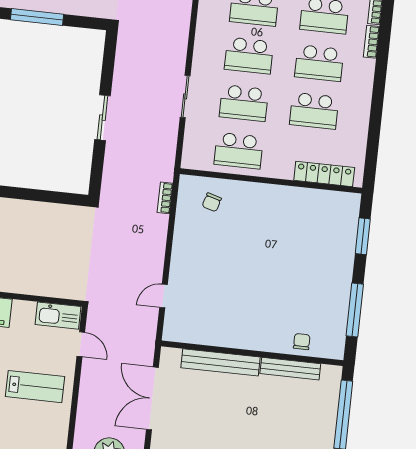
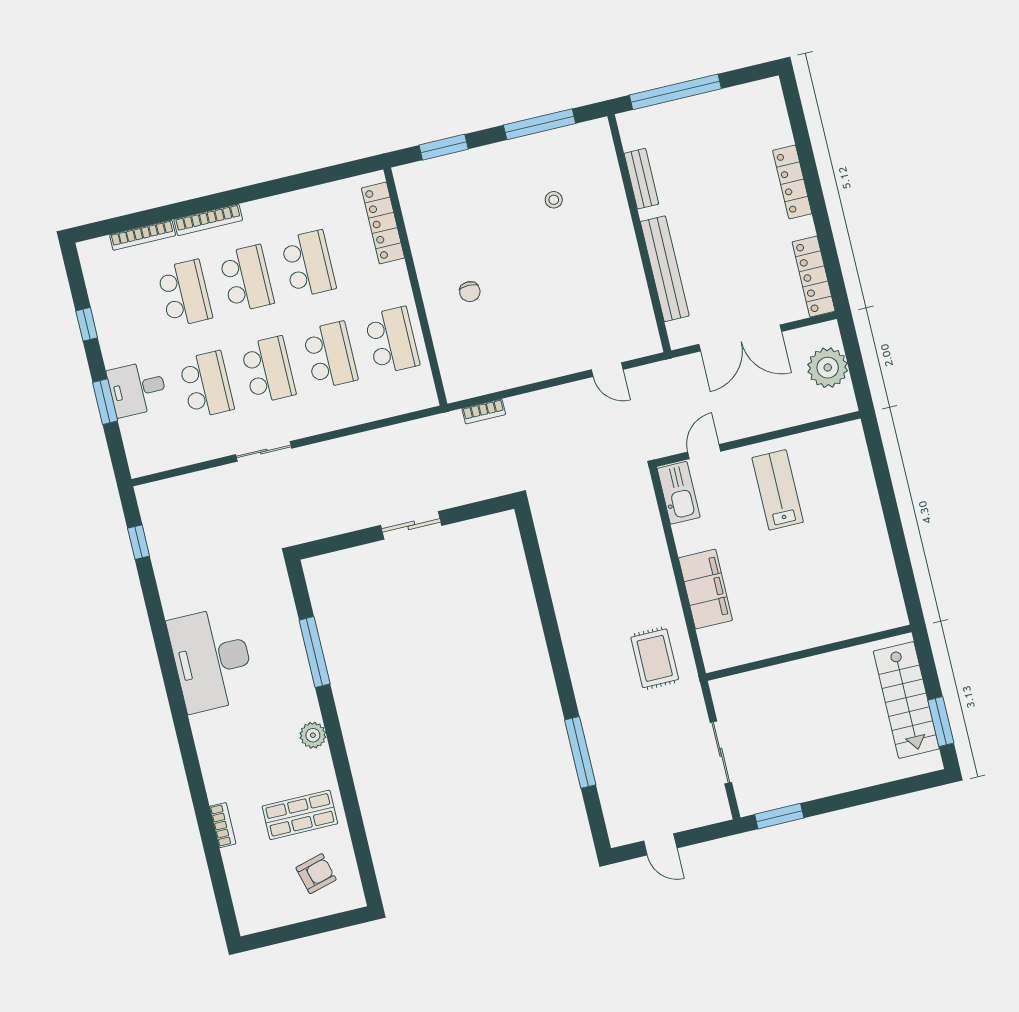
bookcase: (372, 42) -> (208, 220), width x1.56
sliding door: (185, 96) -> (264, 451), moved
chair: (212, 202) -> (470, 292), moved, turned 74
stool: (297, 301) -> (554, 200), added
chair: (302, 342) -> (603, 176), removed
bench: (290, 369) -> (641, 179), width x0.73

